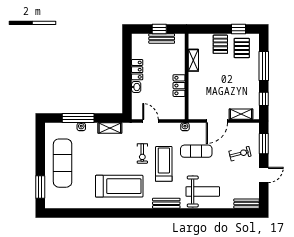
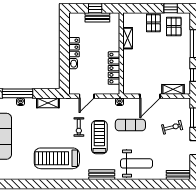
locker: (179, 86) -> (114, 68), width x1.53
door: (151, 121) -> (87, 96), swing flipped
treadmill: (119, 186) -> (57, 158), turned 180

